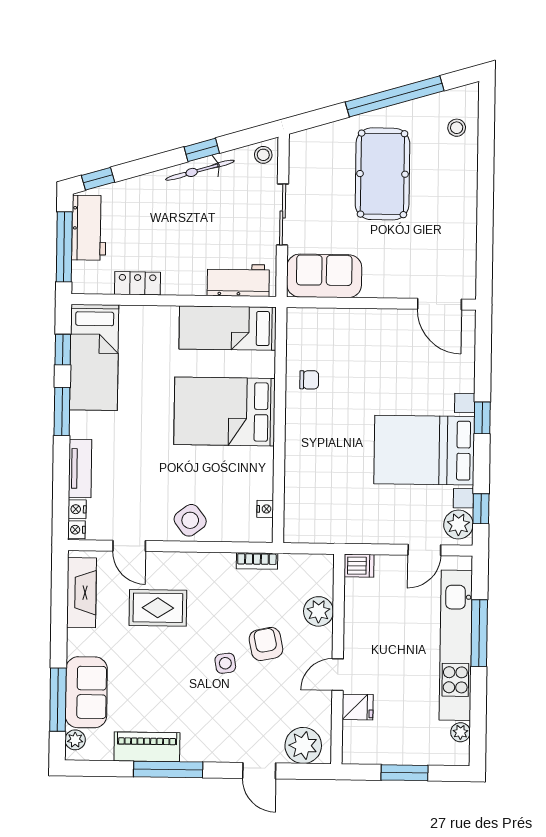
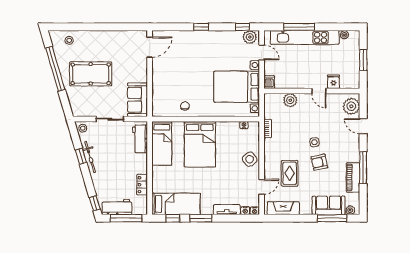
bed with nightstands: (424, 450) -> (237, 87), moved, turned 90
armchair: (266, 644) -> (319, 162), moved
door: (259, 771) -> (363, 126), swing flipped

